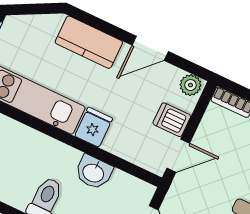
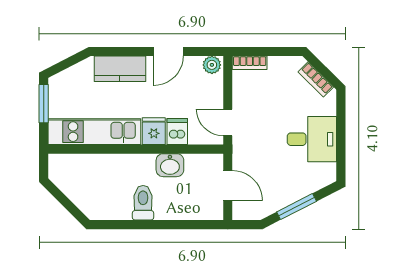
dishwasher: (172, 120) -> (177, 131), moved, turned 90
door: (178, 156) -> (228, 122), swing flipped

